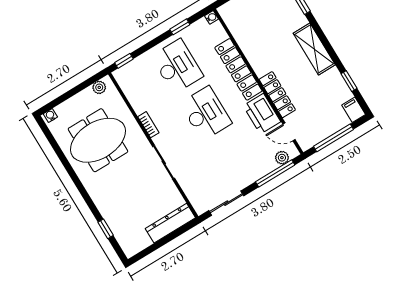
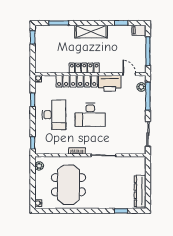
desk: (177, 66) -> (54, 115), turned 90
locker: (277, 95) -> (84, 68), moved
desk: (206, 113) -> (90, 115), turned 180
door: (289, 132) -> (129, 74), swing flipped
dresser: (170, 223) -> (140, 191), moved

